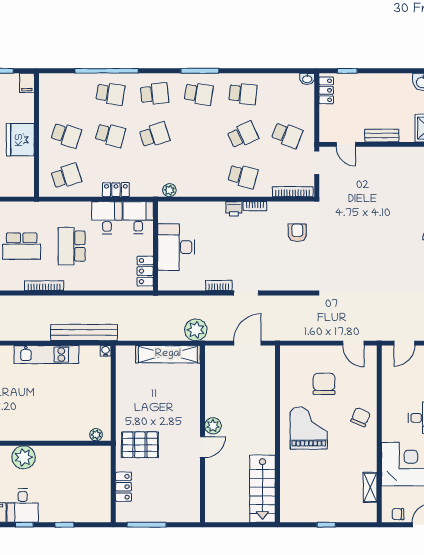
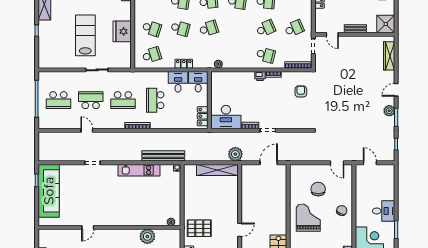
school desk: (287, 135) -> (294, 28), turned -45
desk: (176, 247) -> (226, 117), moved, turned -90
door: (404, 343) -> (370, 163), swing flipped
plant: (213, 426) -> (246, 216), removed
plant: (24, 457) -> (147, 236), moved

